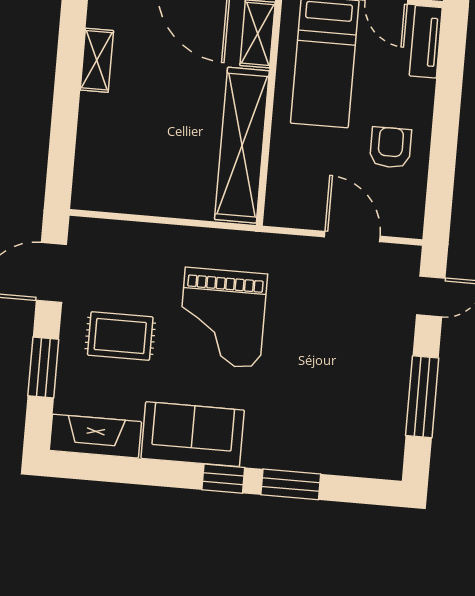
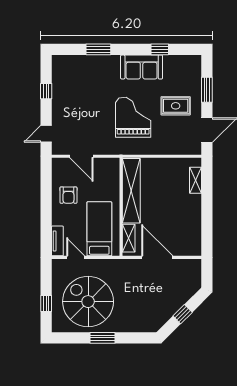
shelving: (97, 60) -> (195, 180), moved
window: (422, 397) -> (46, 91), width x0.46
fireplace: (95, 436) -> (182, 63), removed
window: (223, 479) -> (160, 49), moved

